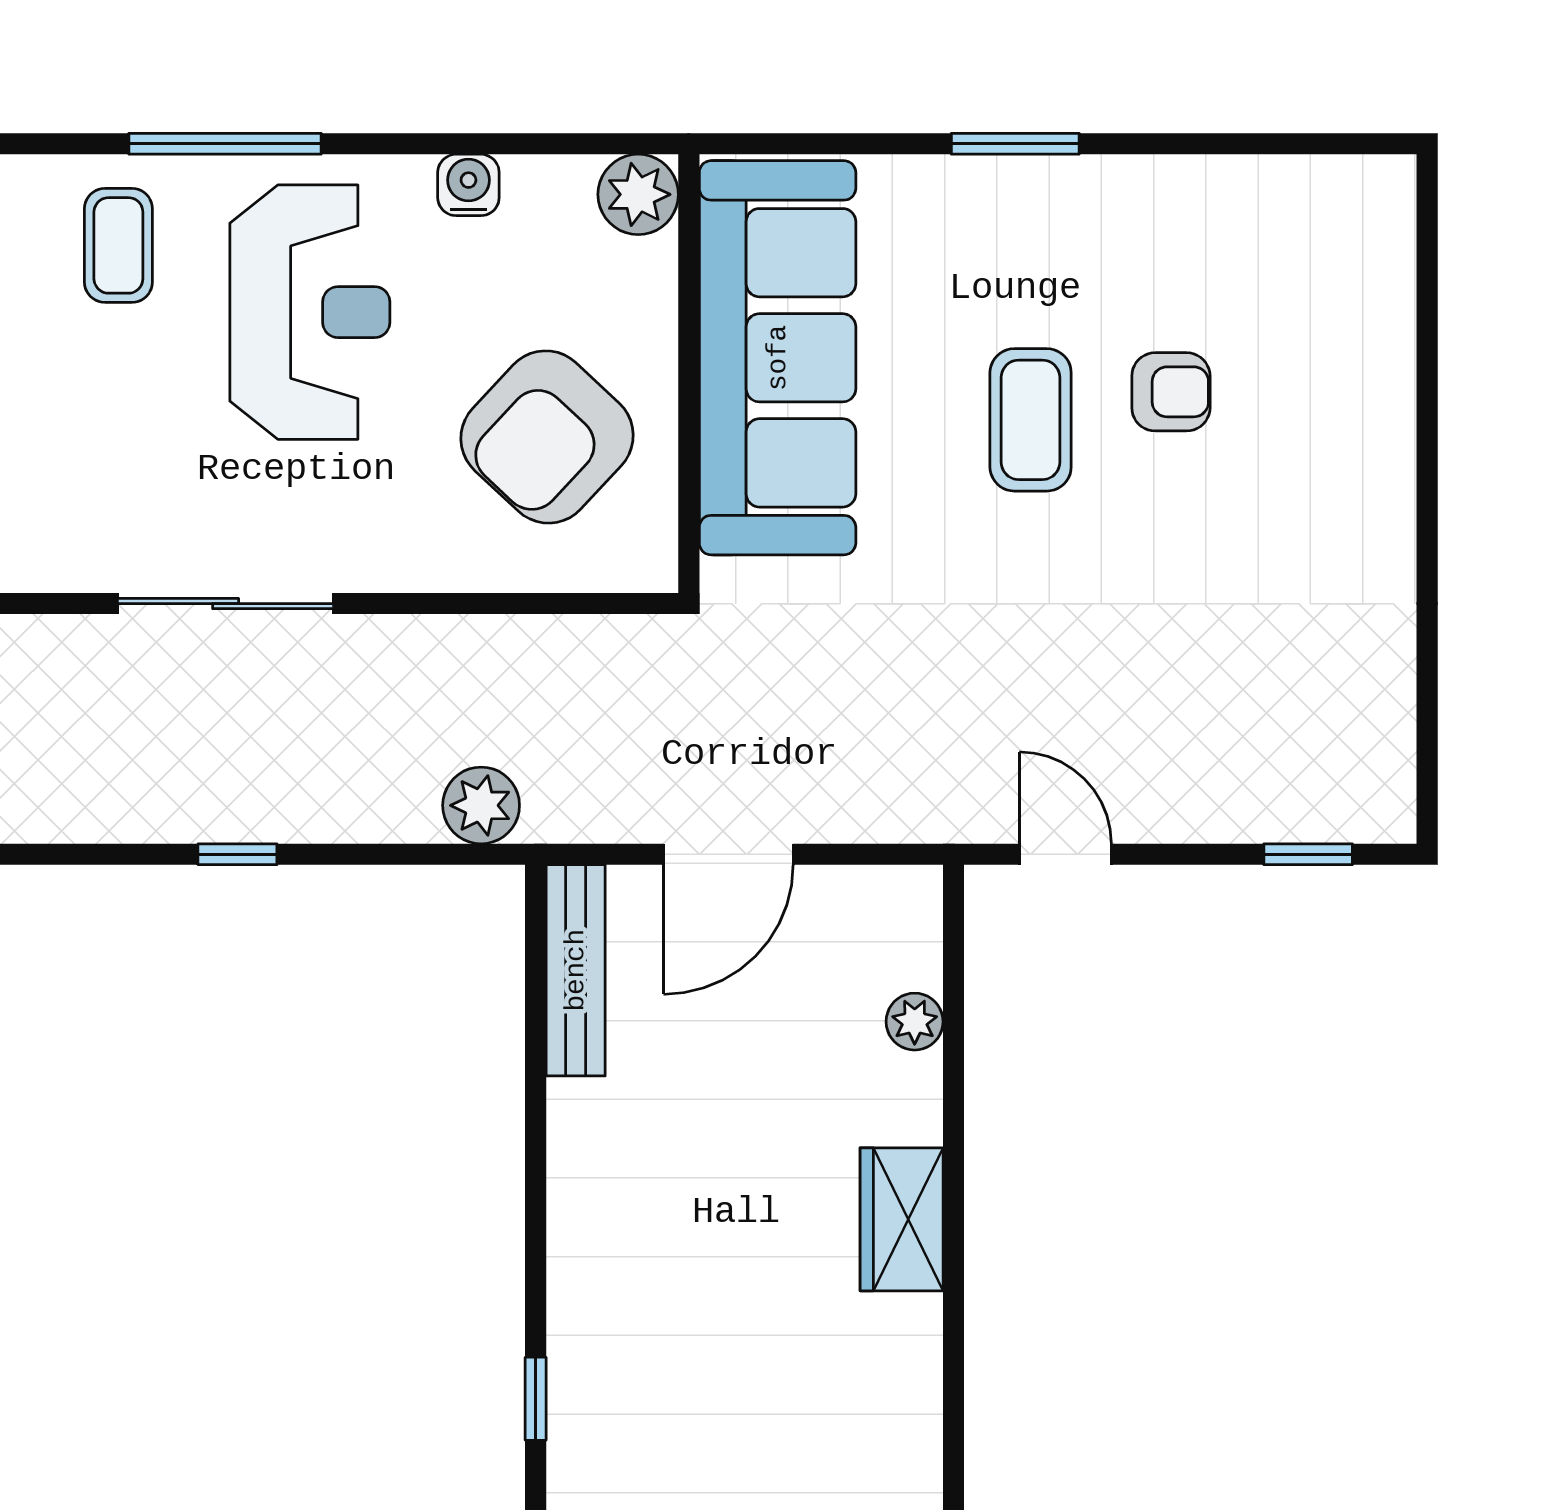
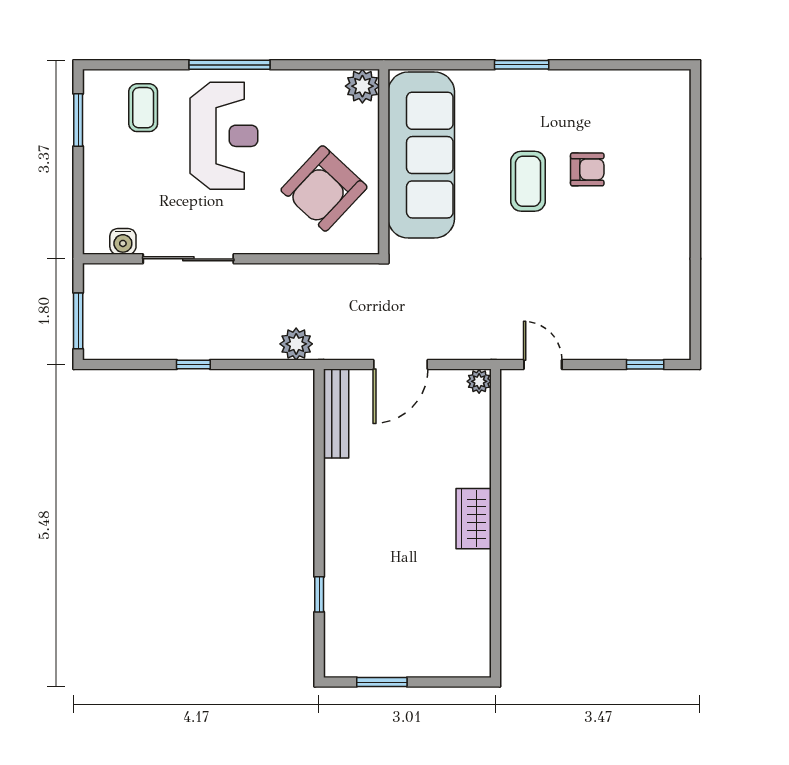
window: (225, 144) -> (230, 65), moved
water cooler: (468, 185) -> (123, 241), moved, turned 180
plant: (915, 1022) -> (479, 381), moved

